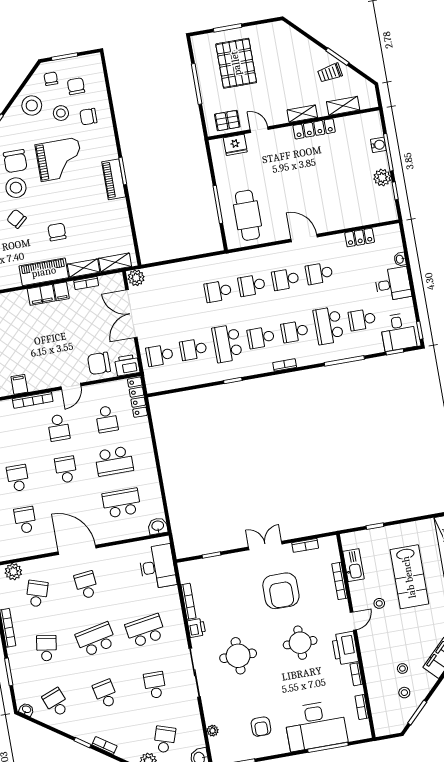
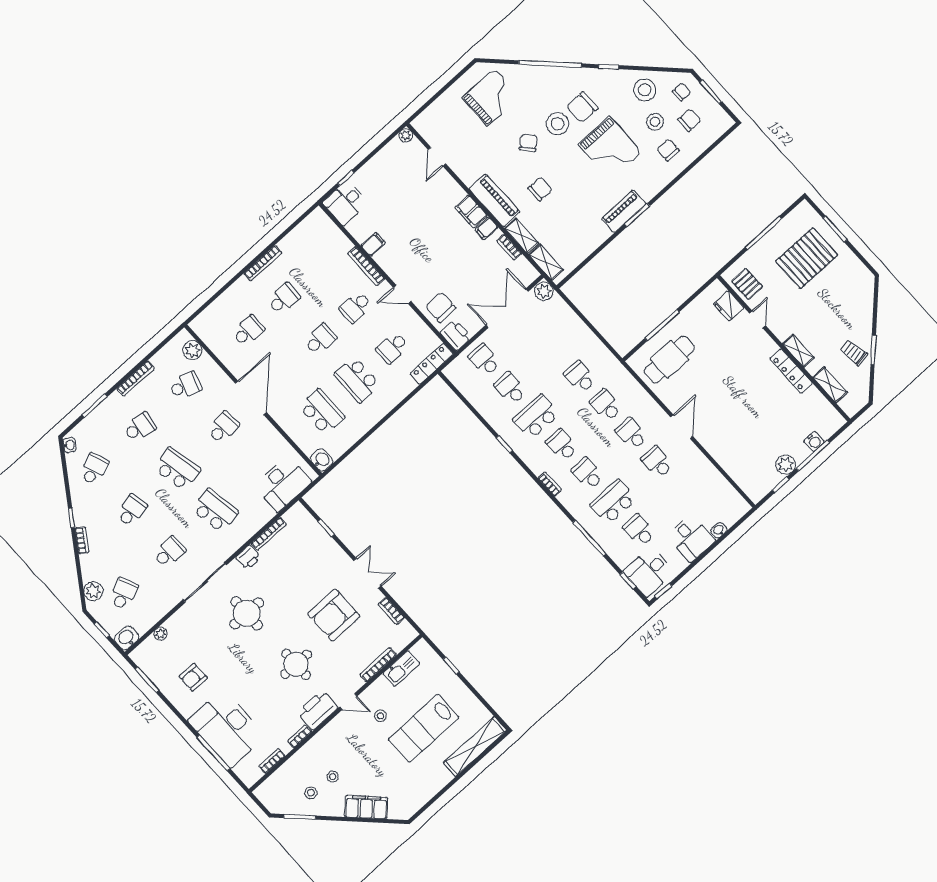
locker: (360, 238) -> (715, 479), removed
school desk: (165, 739) -> (123, 594), turned -42

